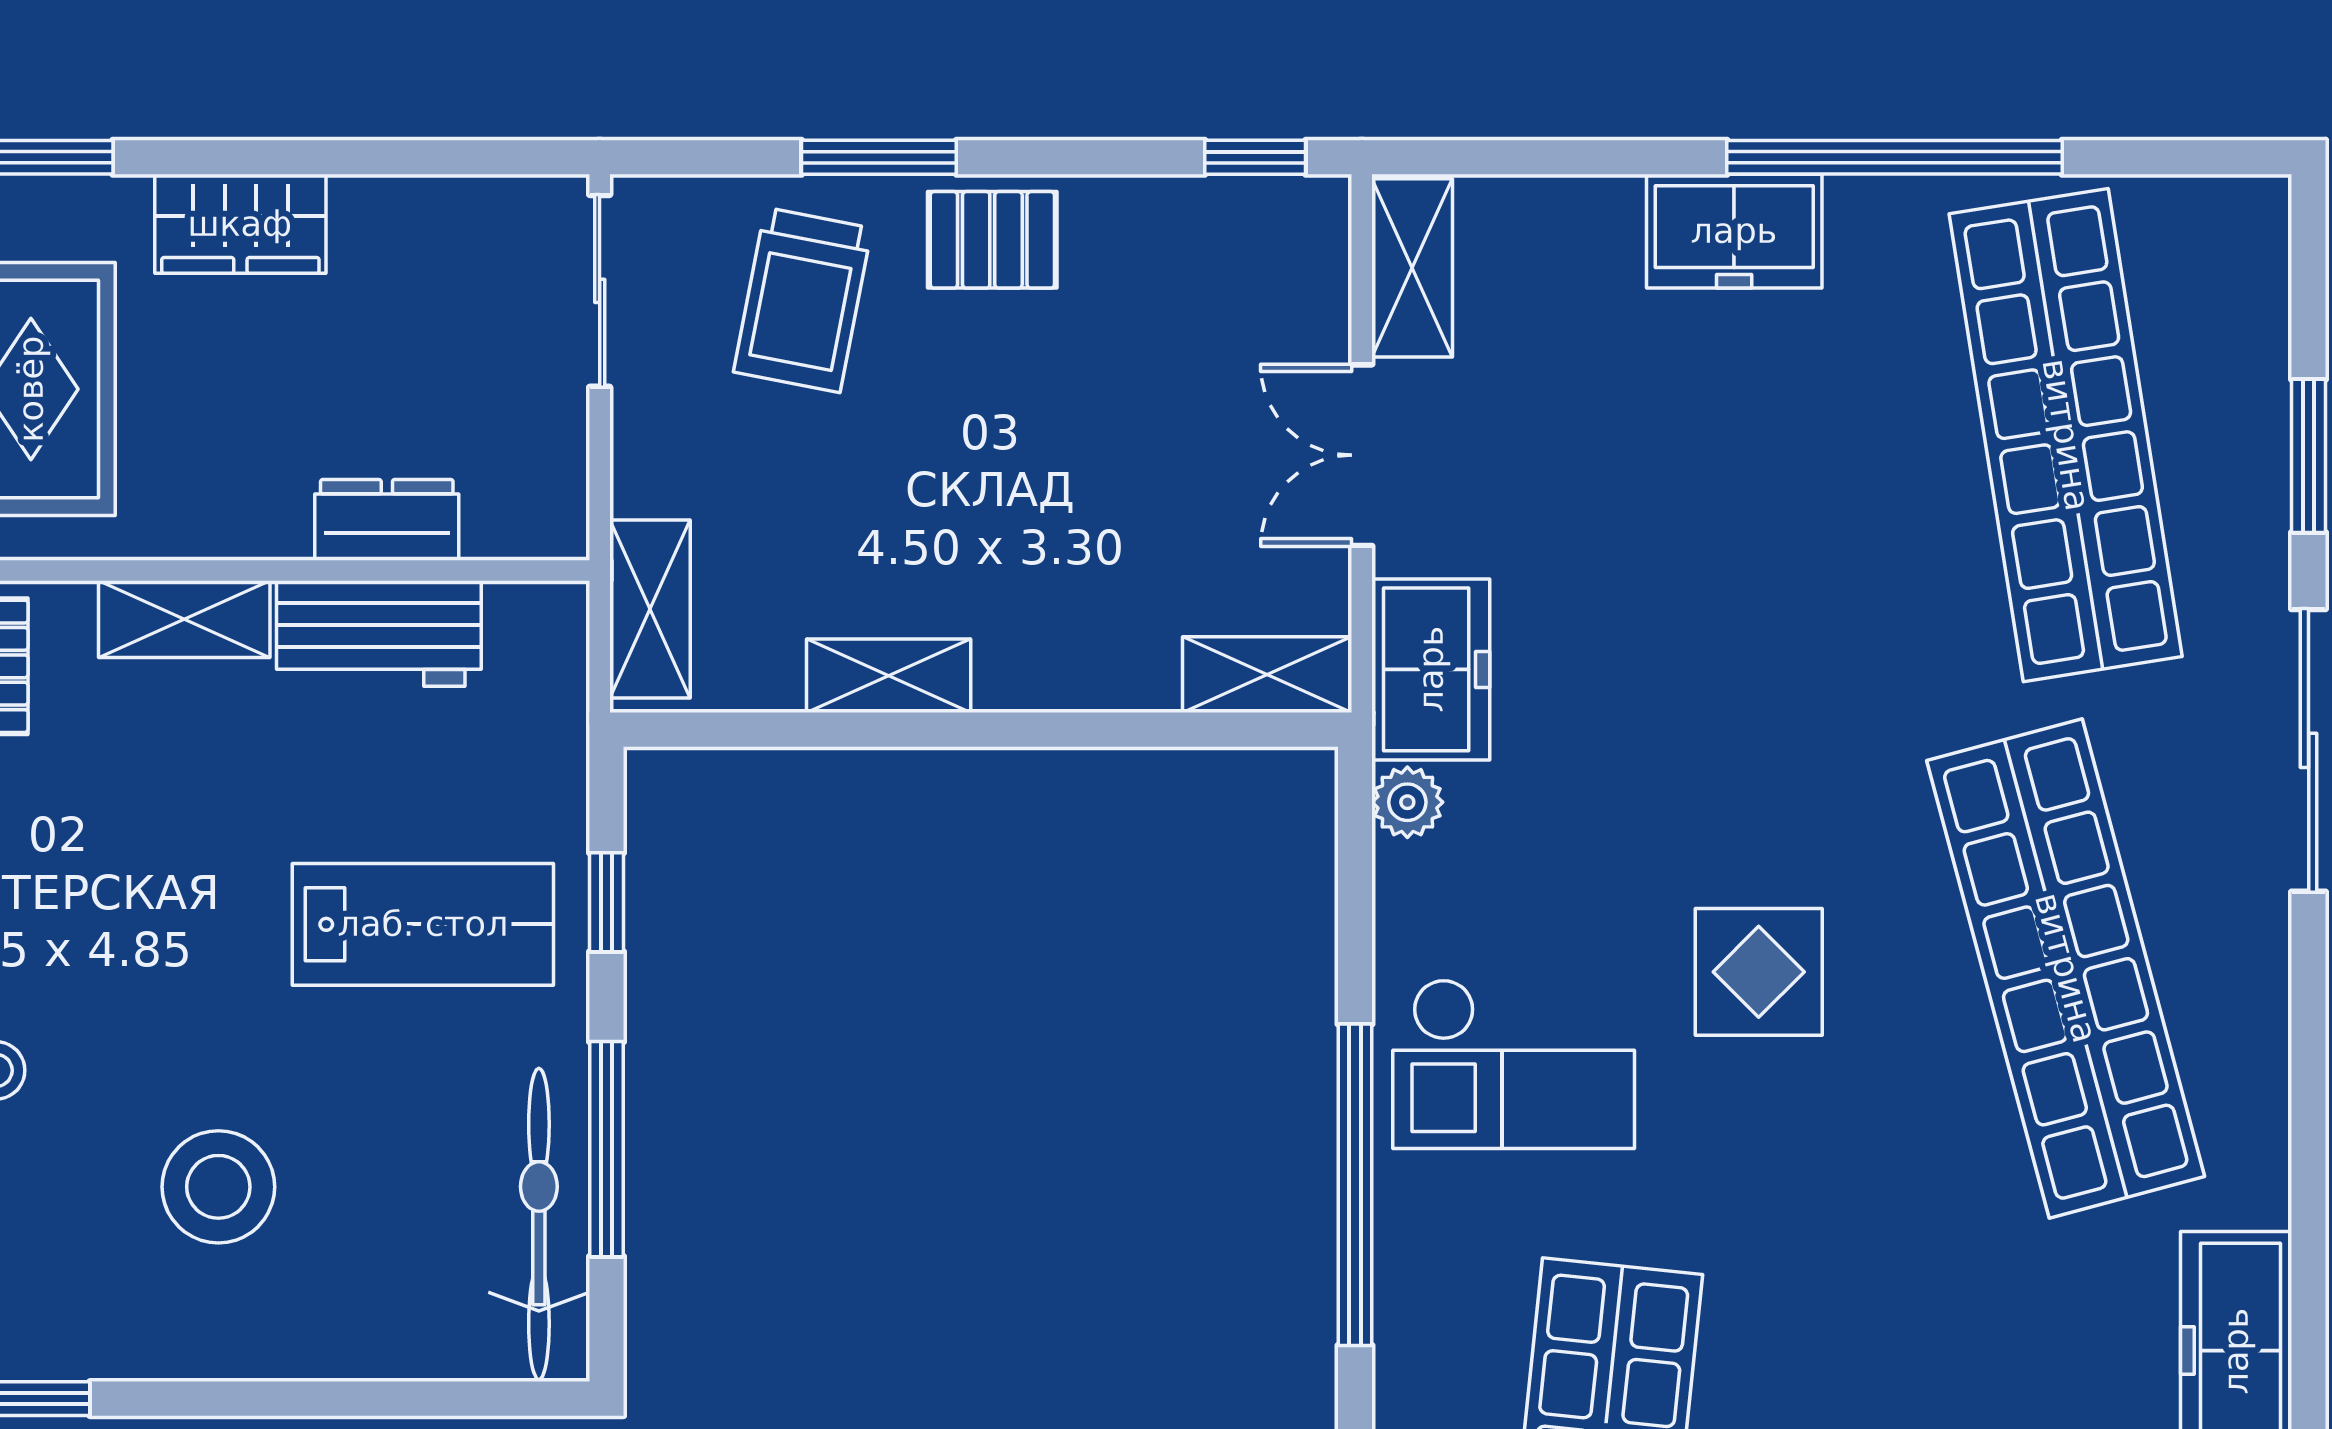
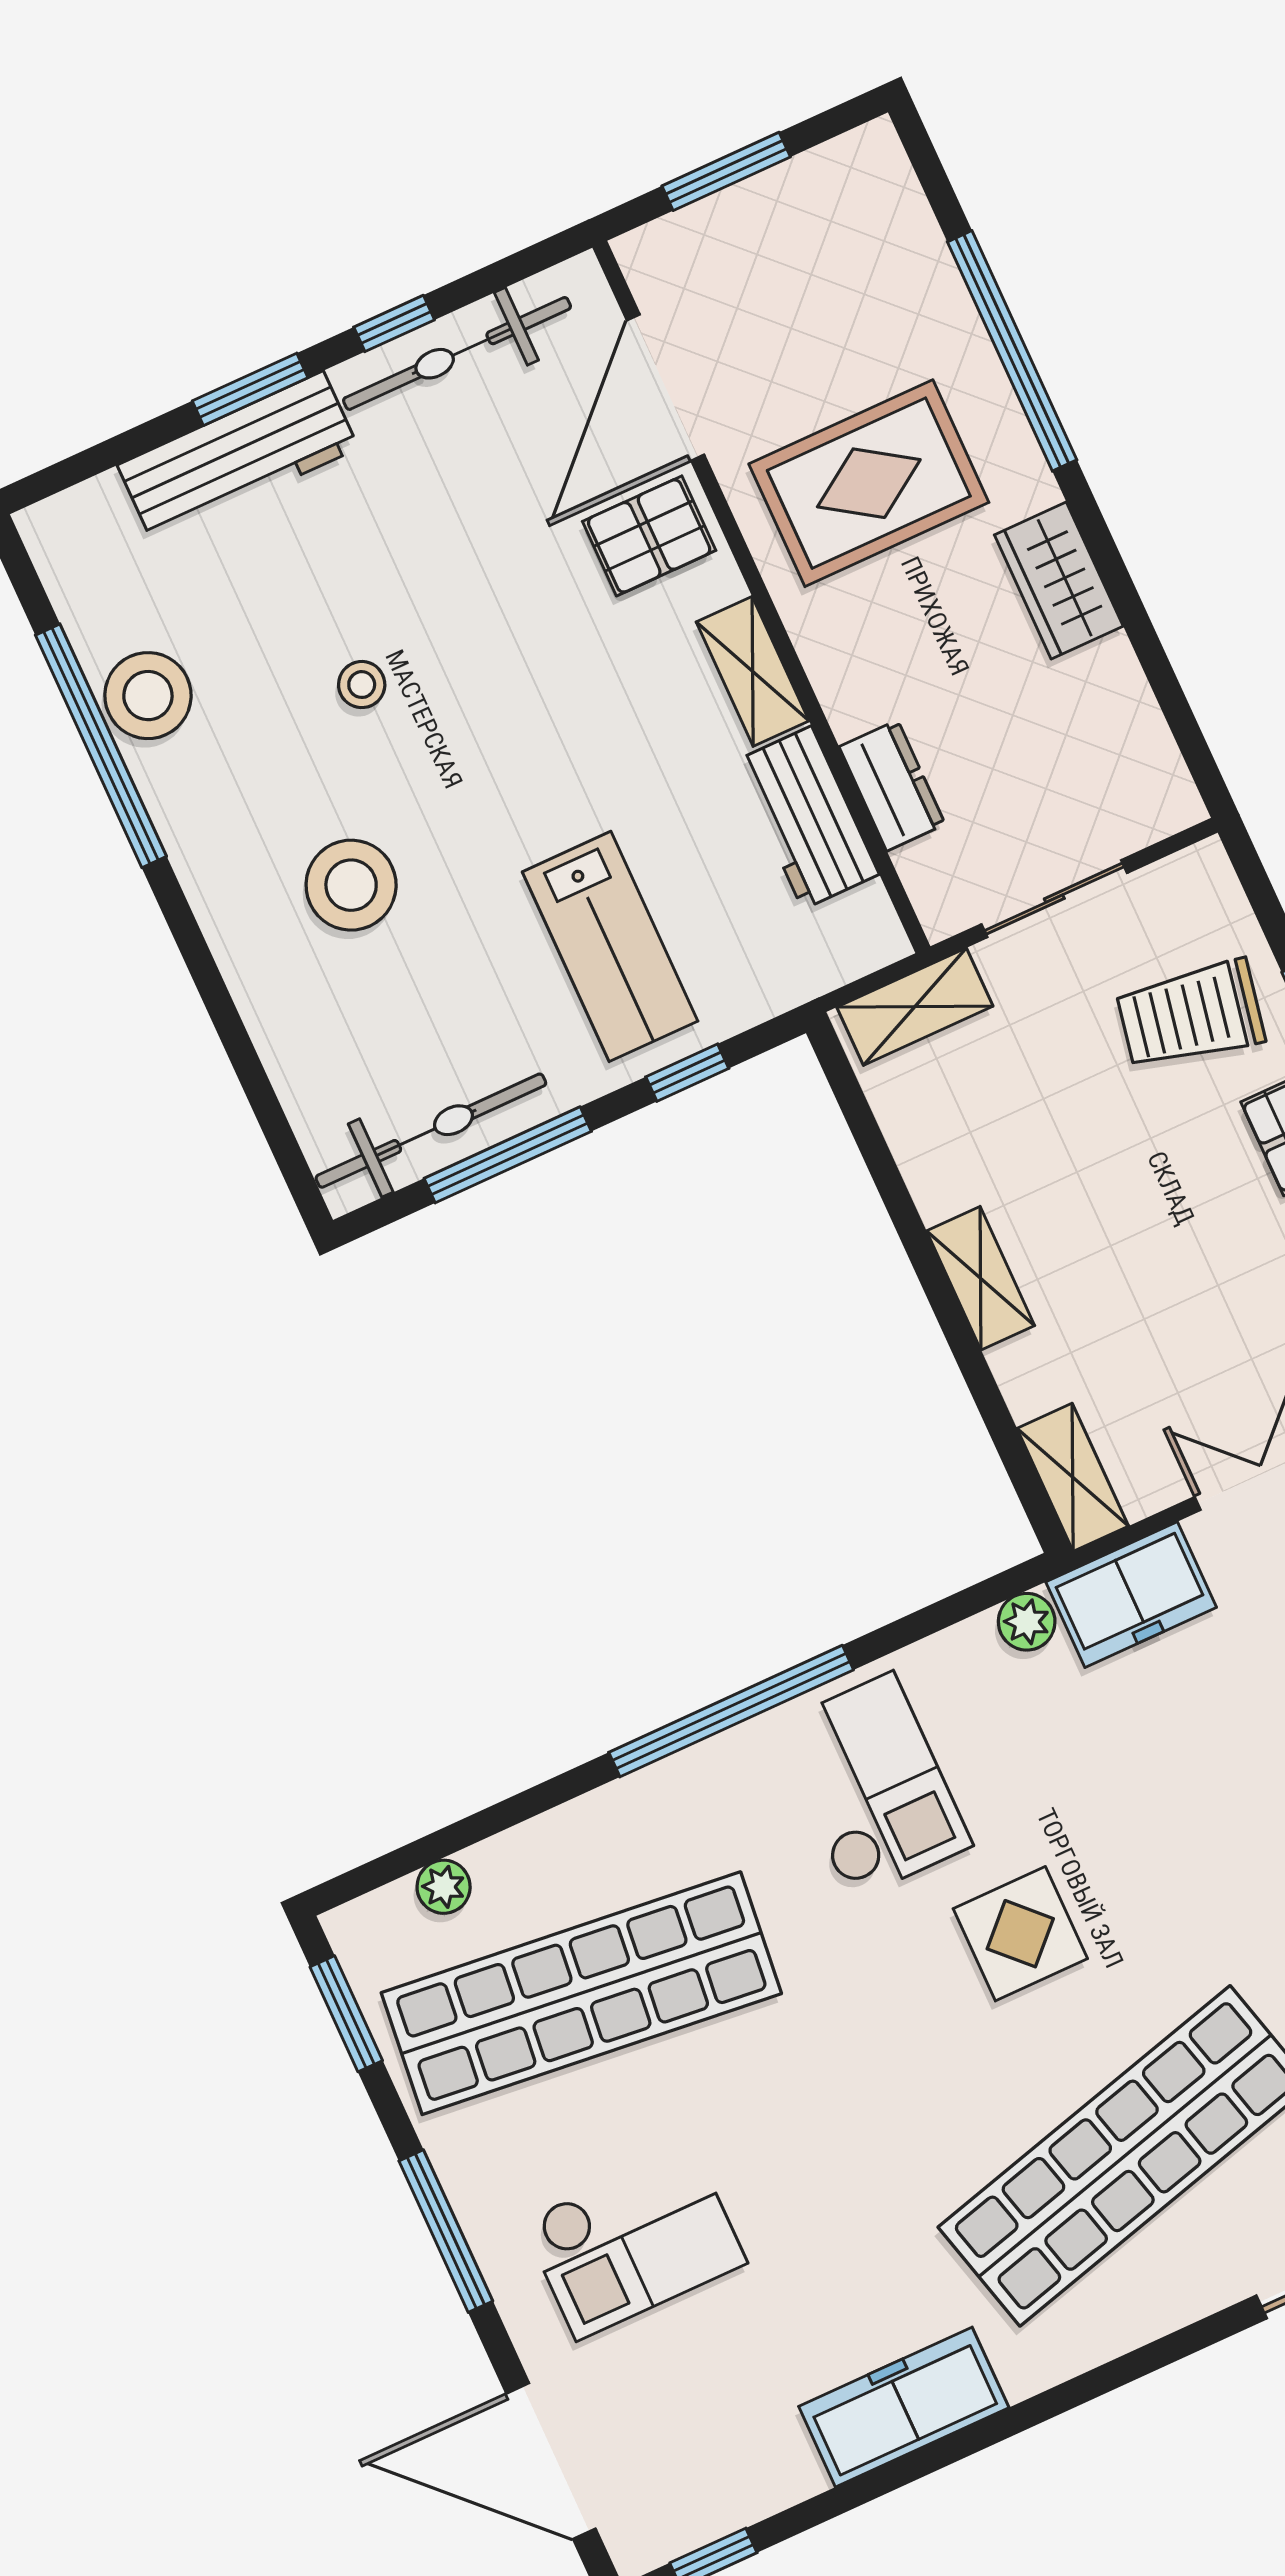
sliding door: (600, 291) -> (1054, 899), moved
shelving: (889, 676) -> (981, 1278), moved
checkout: (1514, 1064) -> (872, 1786), turned 180

